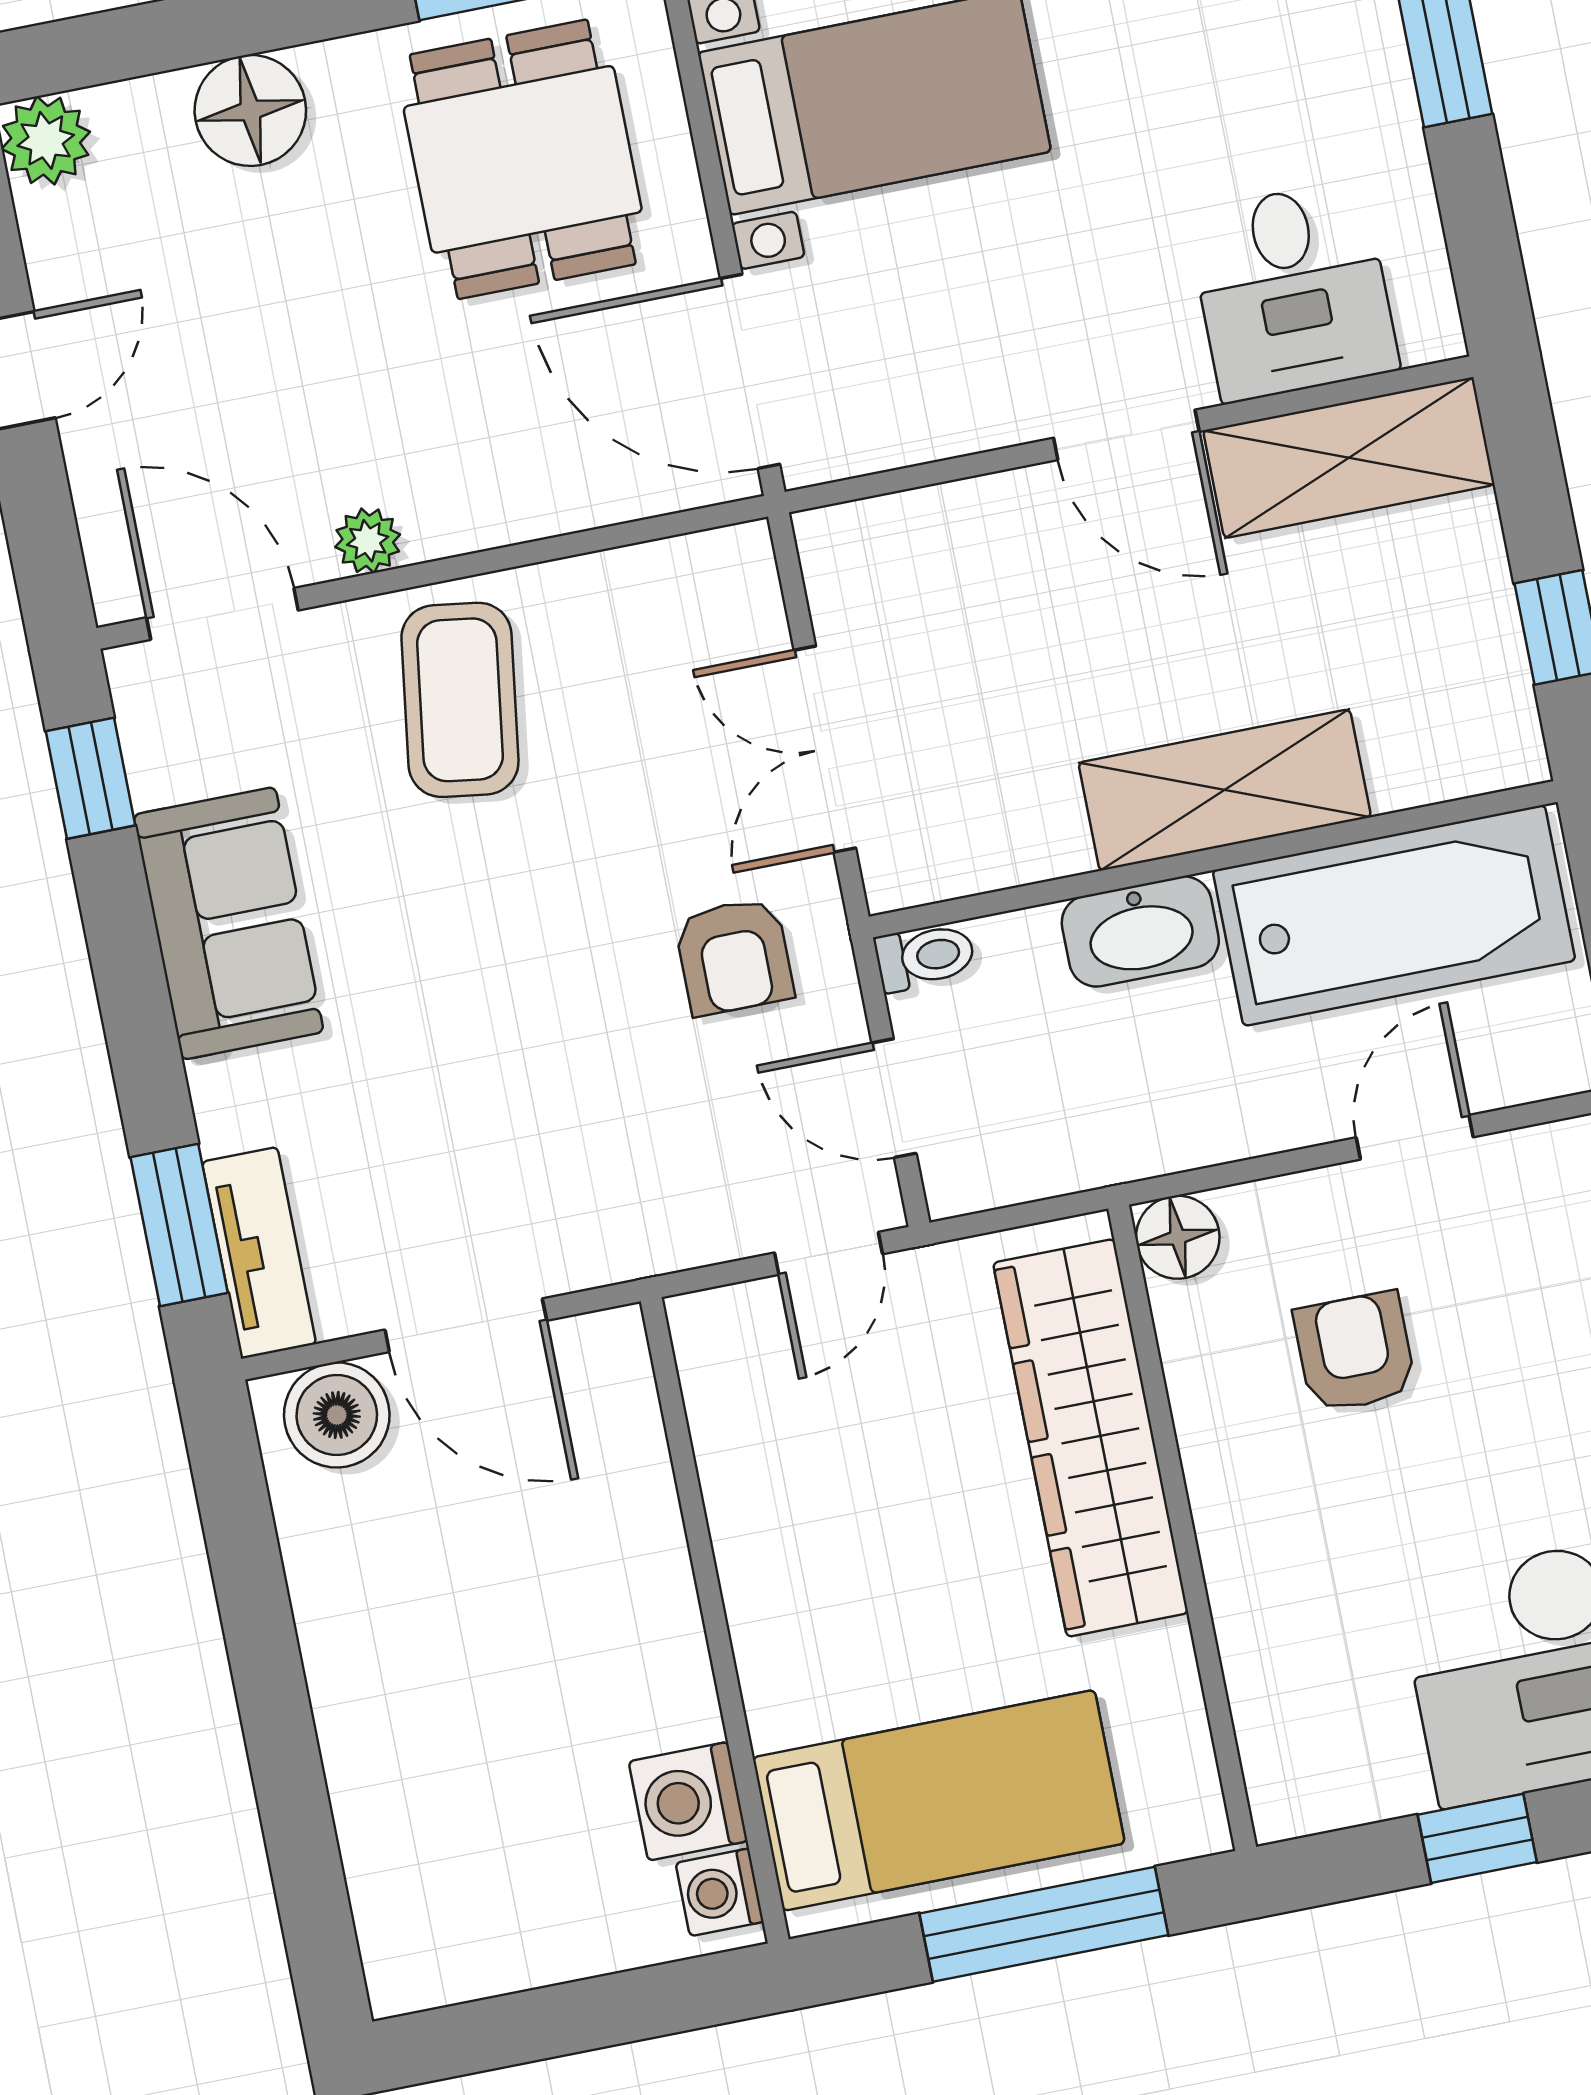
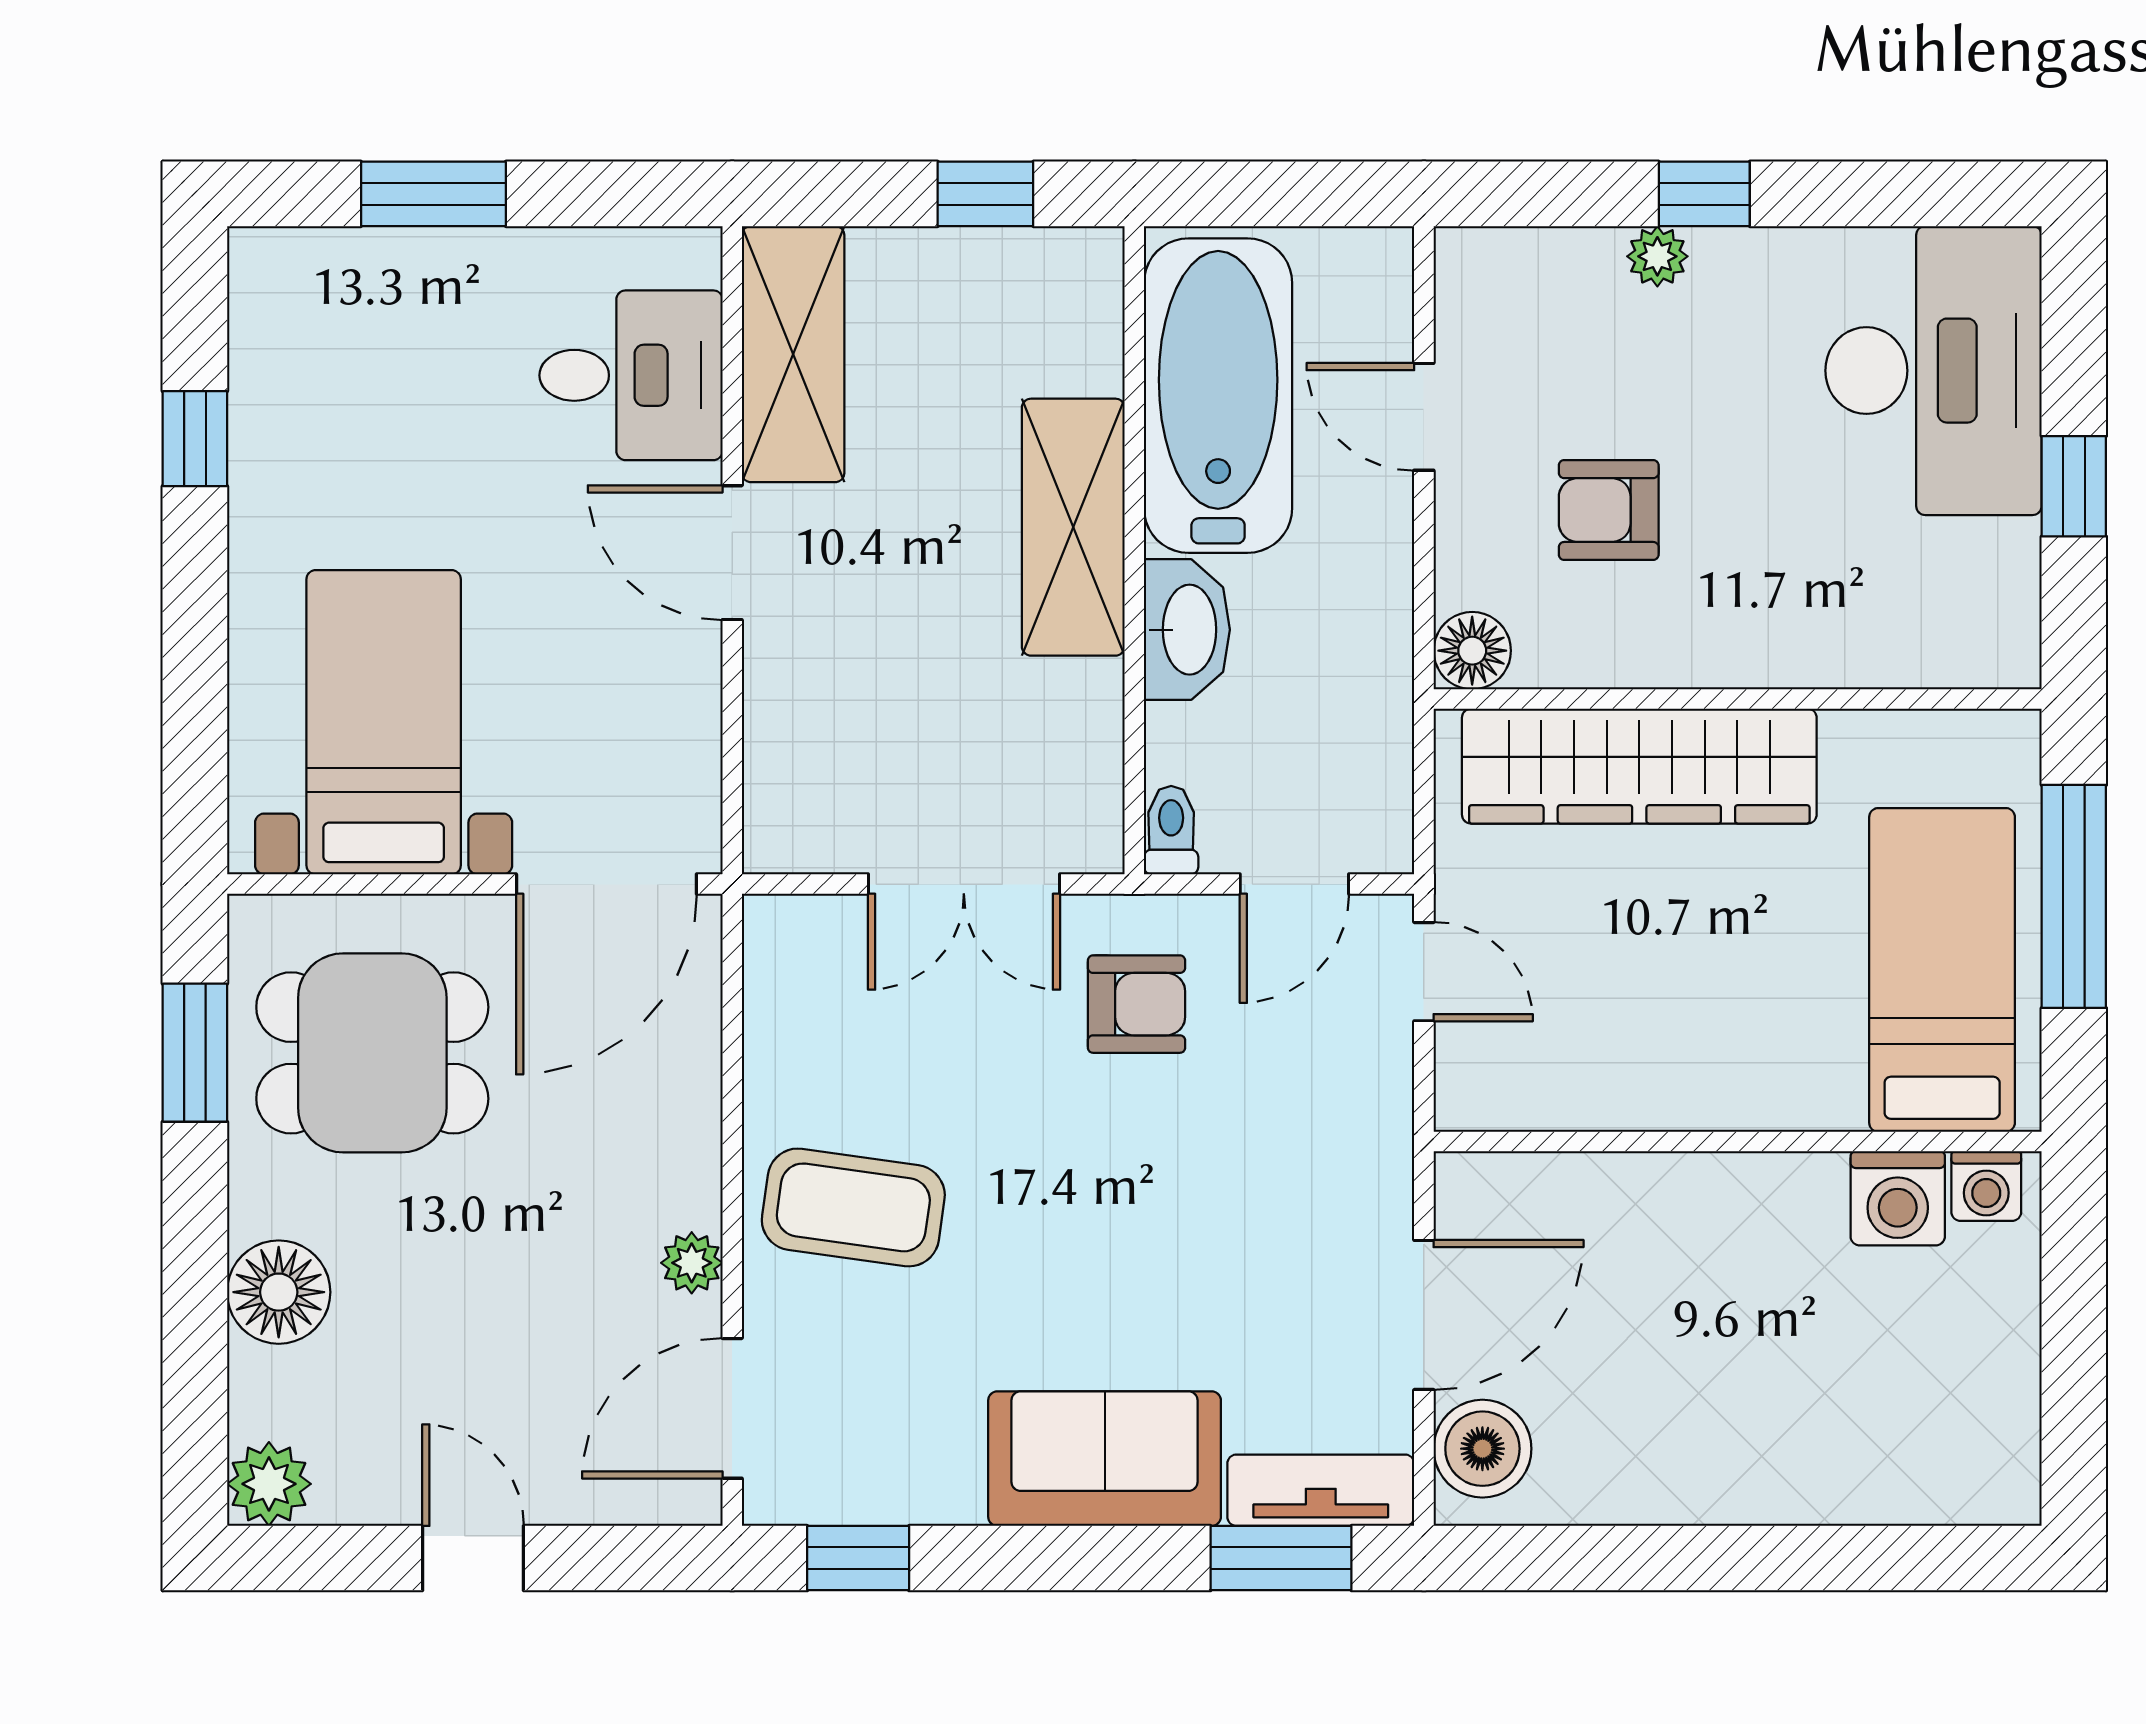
door: (1126, 435) -> (732, 553), swing flipped
sofa: (228, 923) -> (1105, 1459), moved

